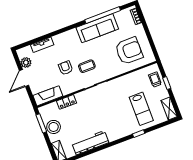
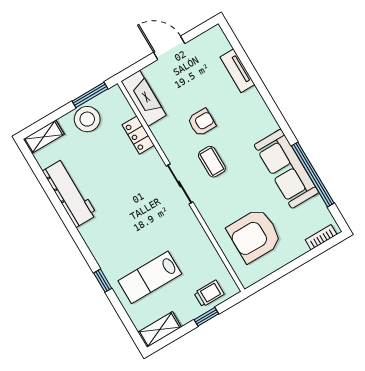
armchair: (129, 51) -> (254, 235), turned 90
plant: (26, 62) -> (199, 46), removed

